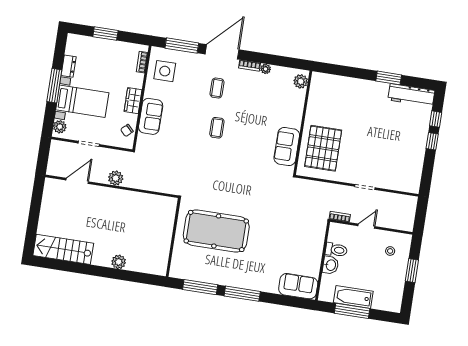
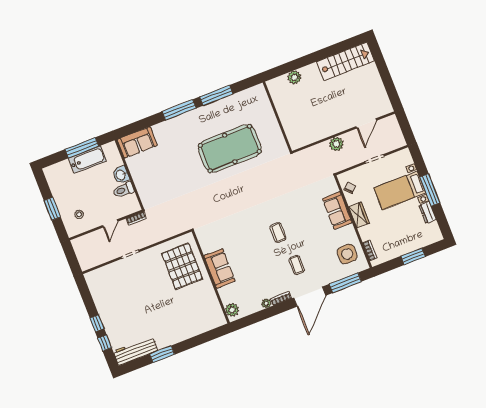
plant: (60, 127) -> (406, 159), removed
sofa: (287, 147) -> (219, 268), moved
wall: (173, 237) -> (277, 117), moved

